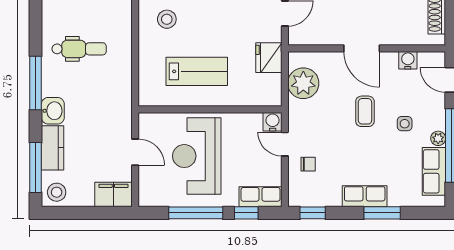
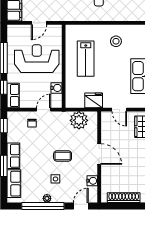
door: (362, 48) -> (99, 154), swing flipped
water cooler: (273, 122) -> (57, 88), moved
row of seats: (434, 171) -> (14, 184), moved, turned 90

